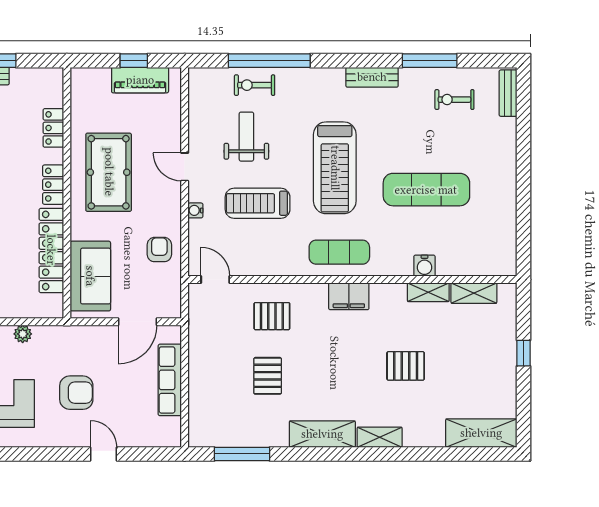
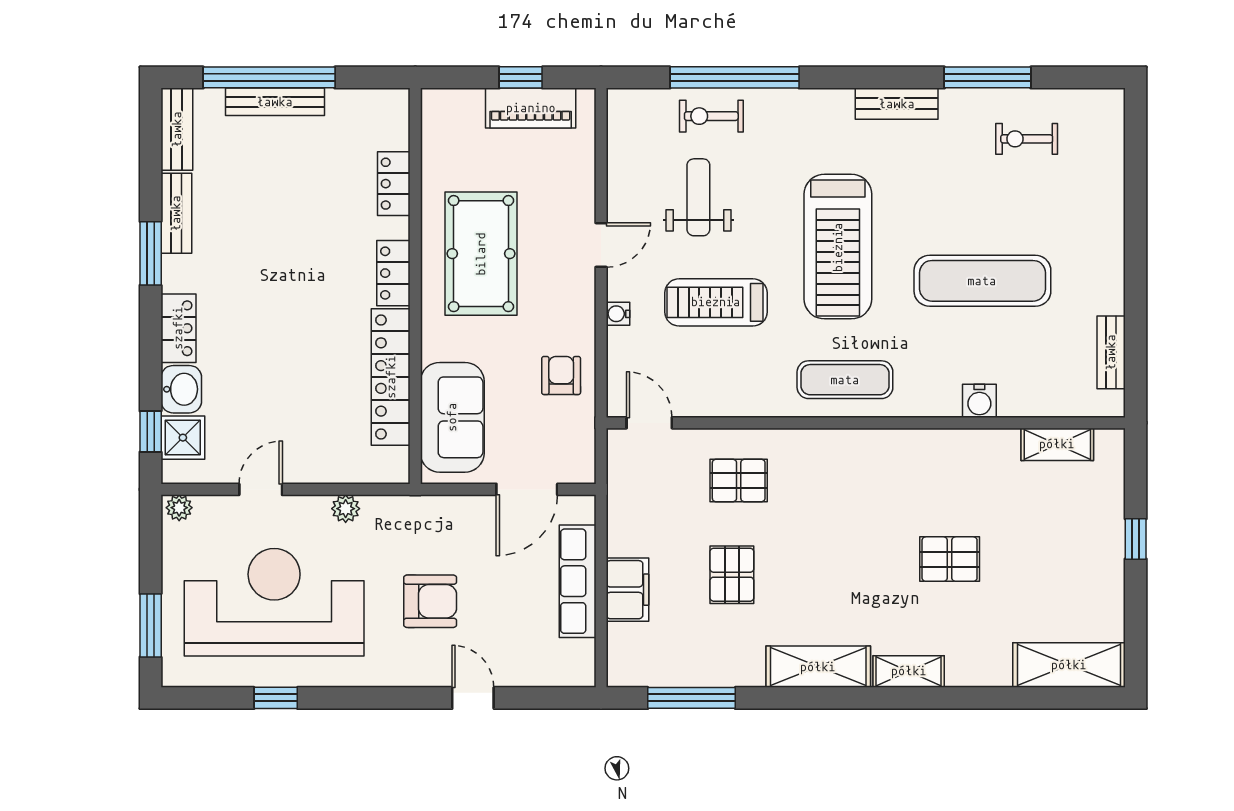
bench: (508, 93) -> (1111, 352), moved
door: (185, 167) -> (601, 245), swing flipped
shelving: (428, 292) -> (985, 443), removed
filing cabinet: (349, 296) -> (627, 590), moved, turned -90

